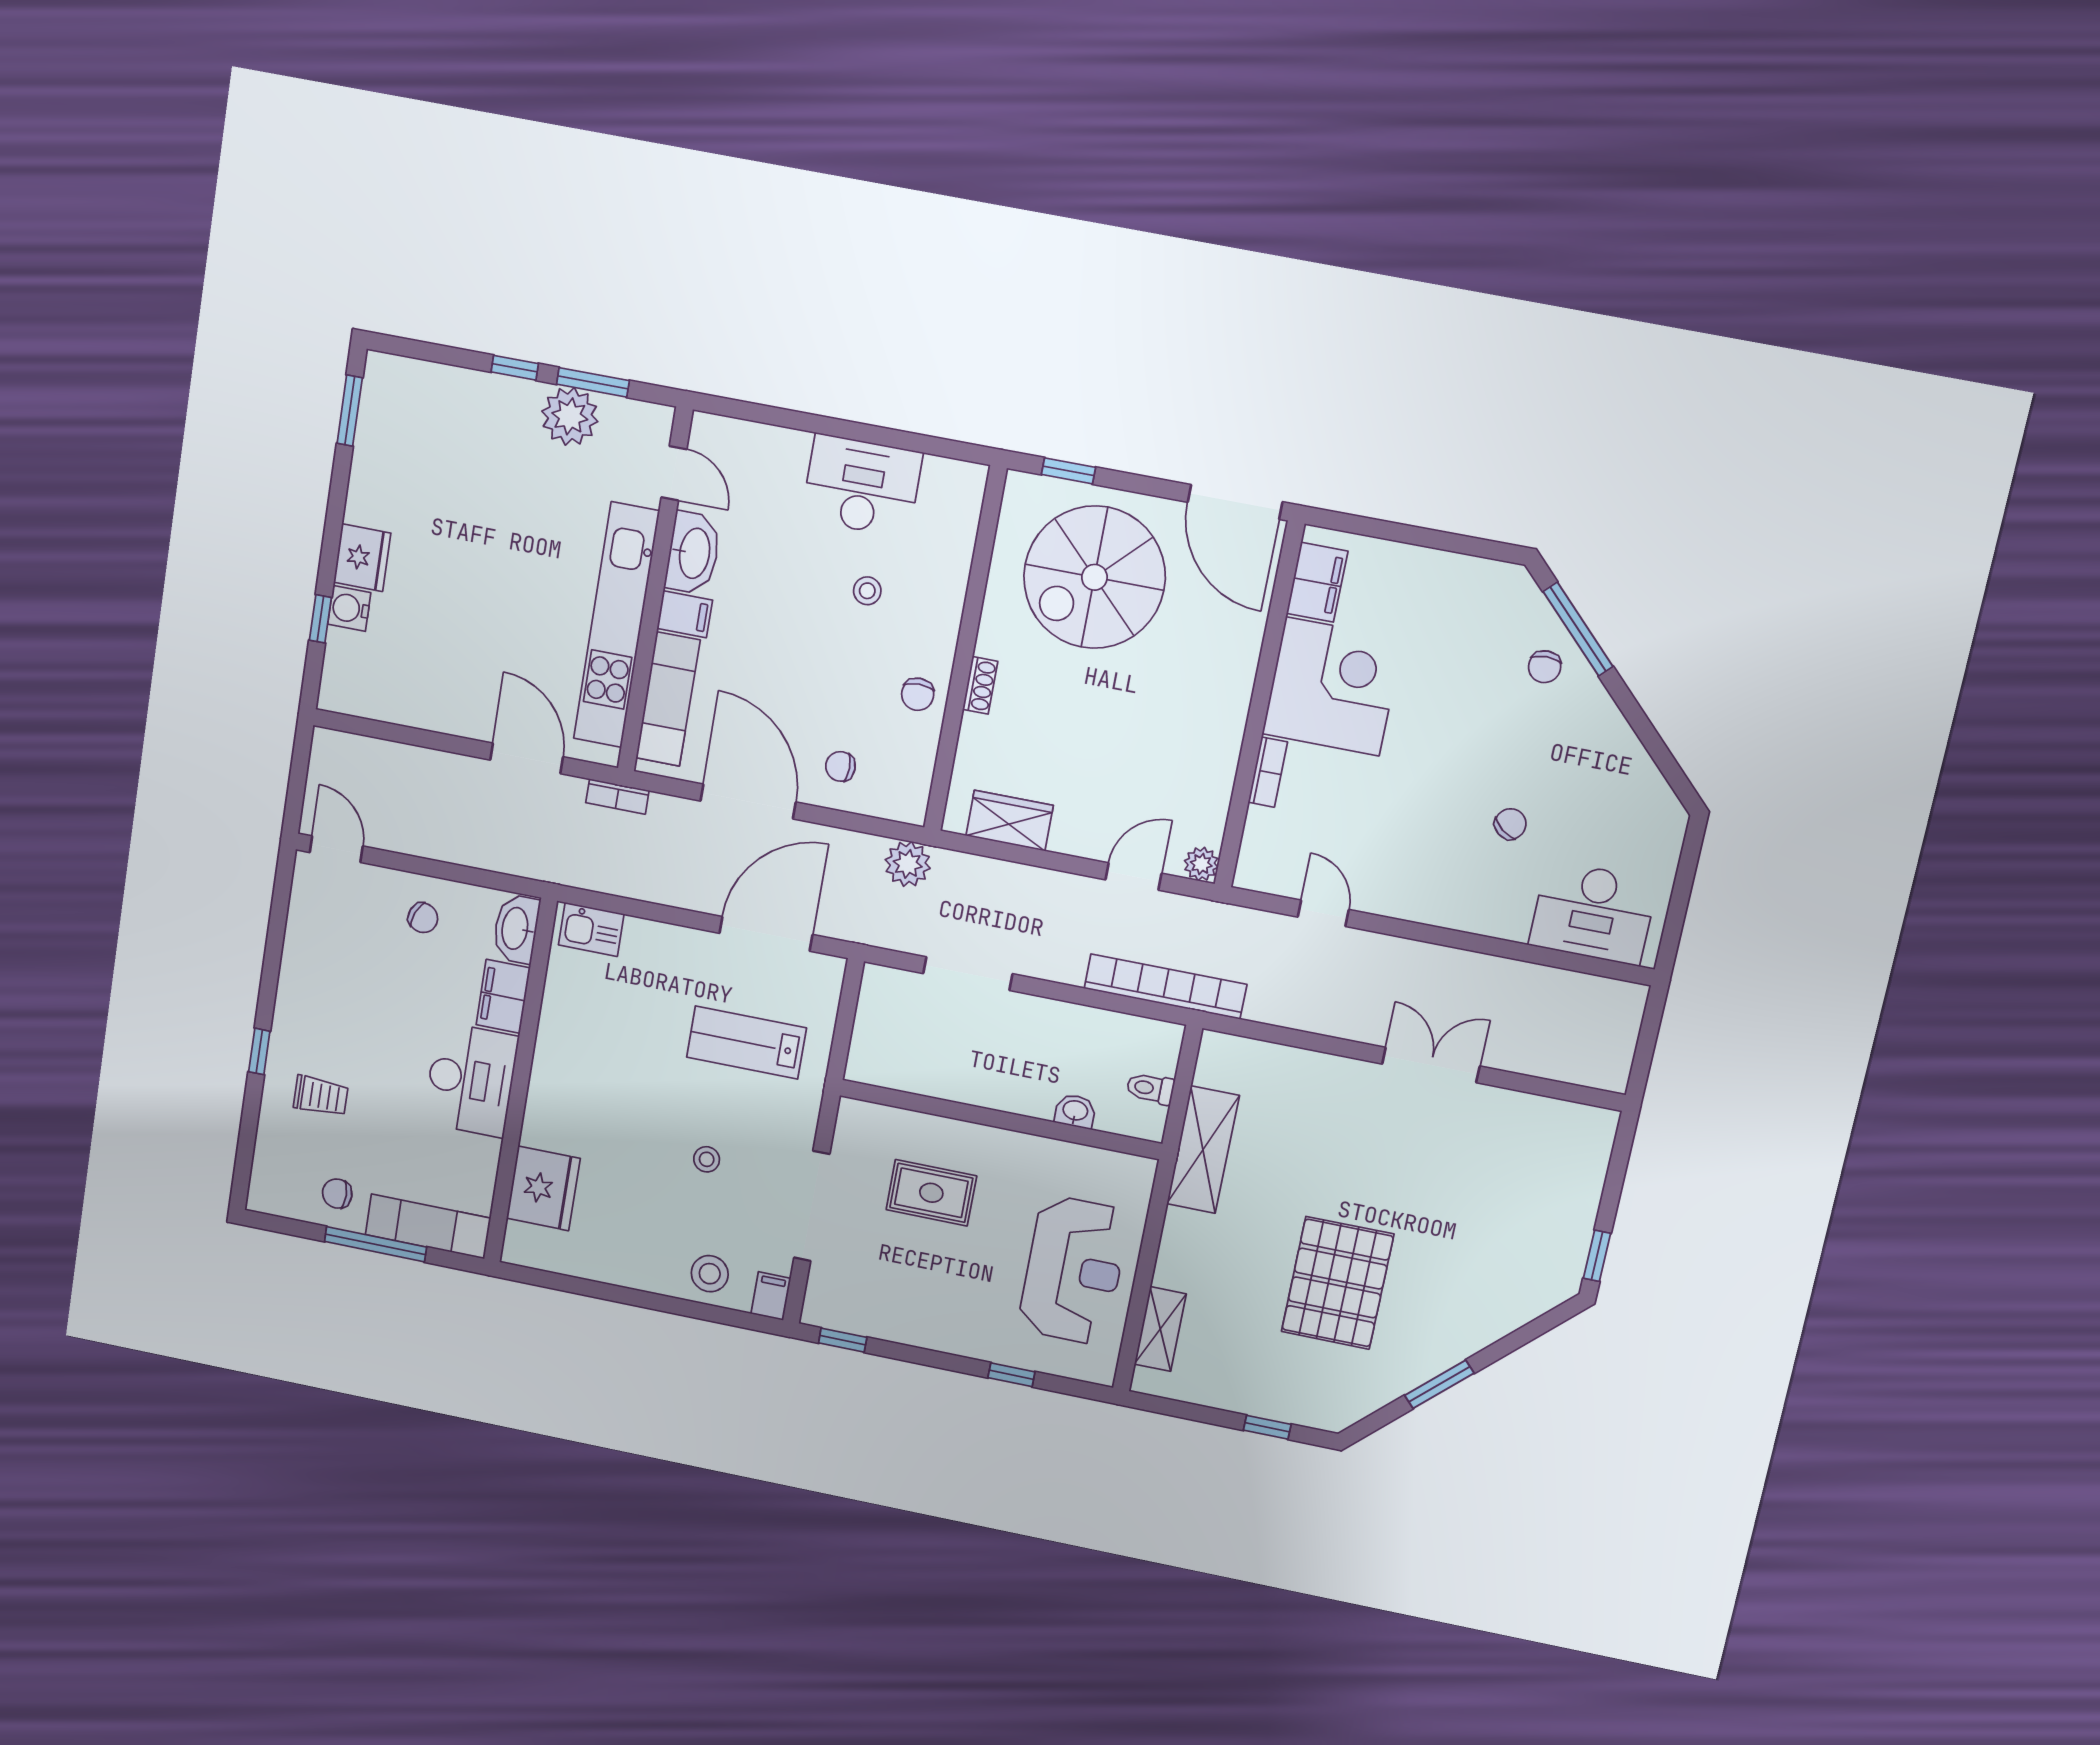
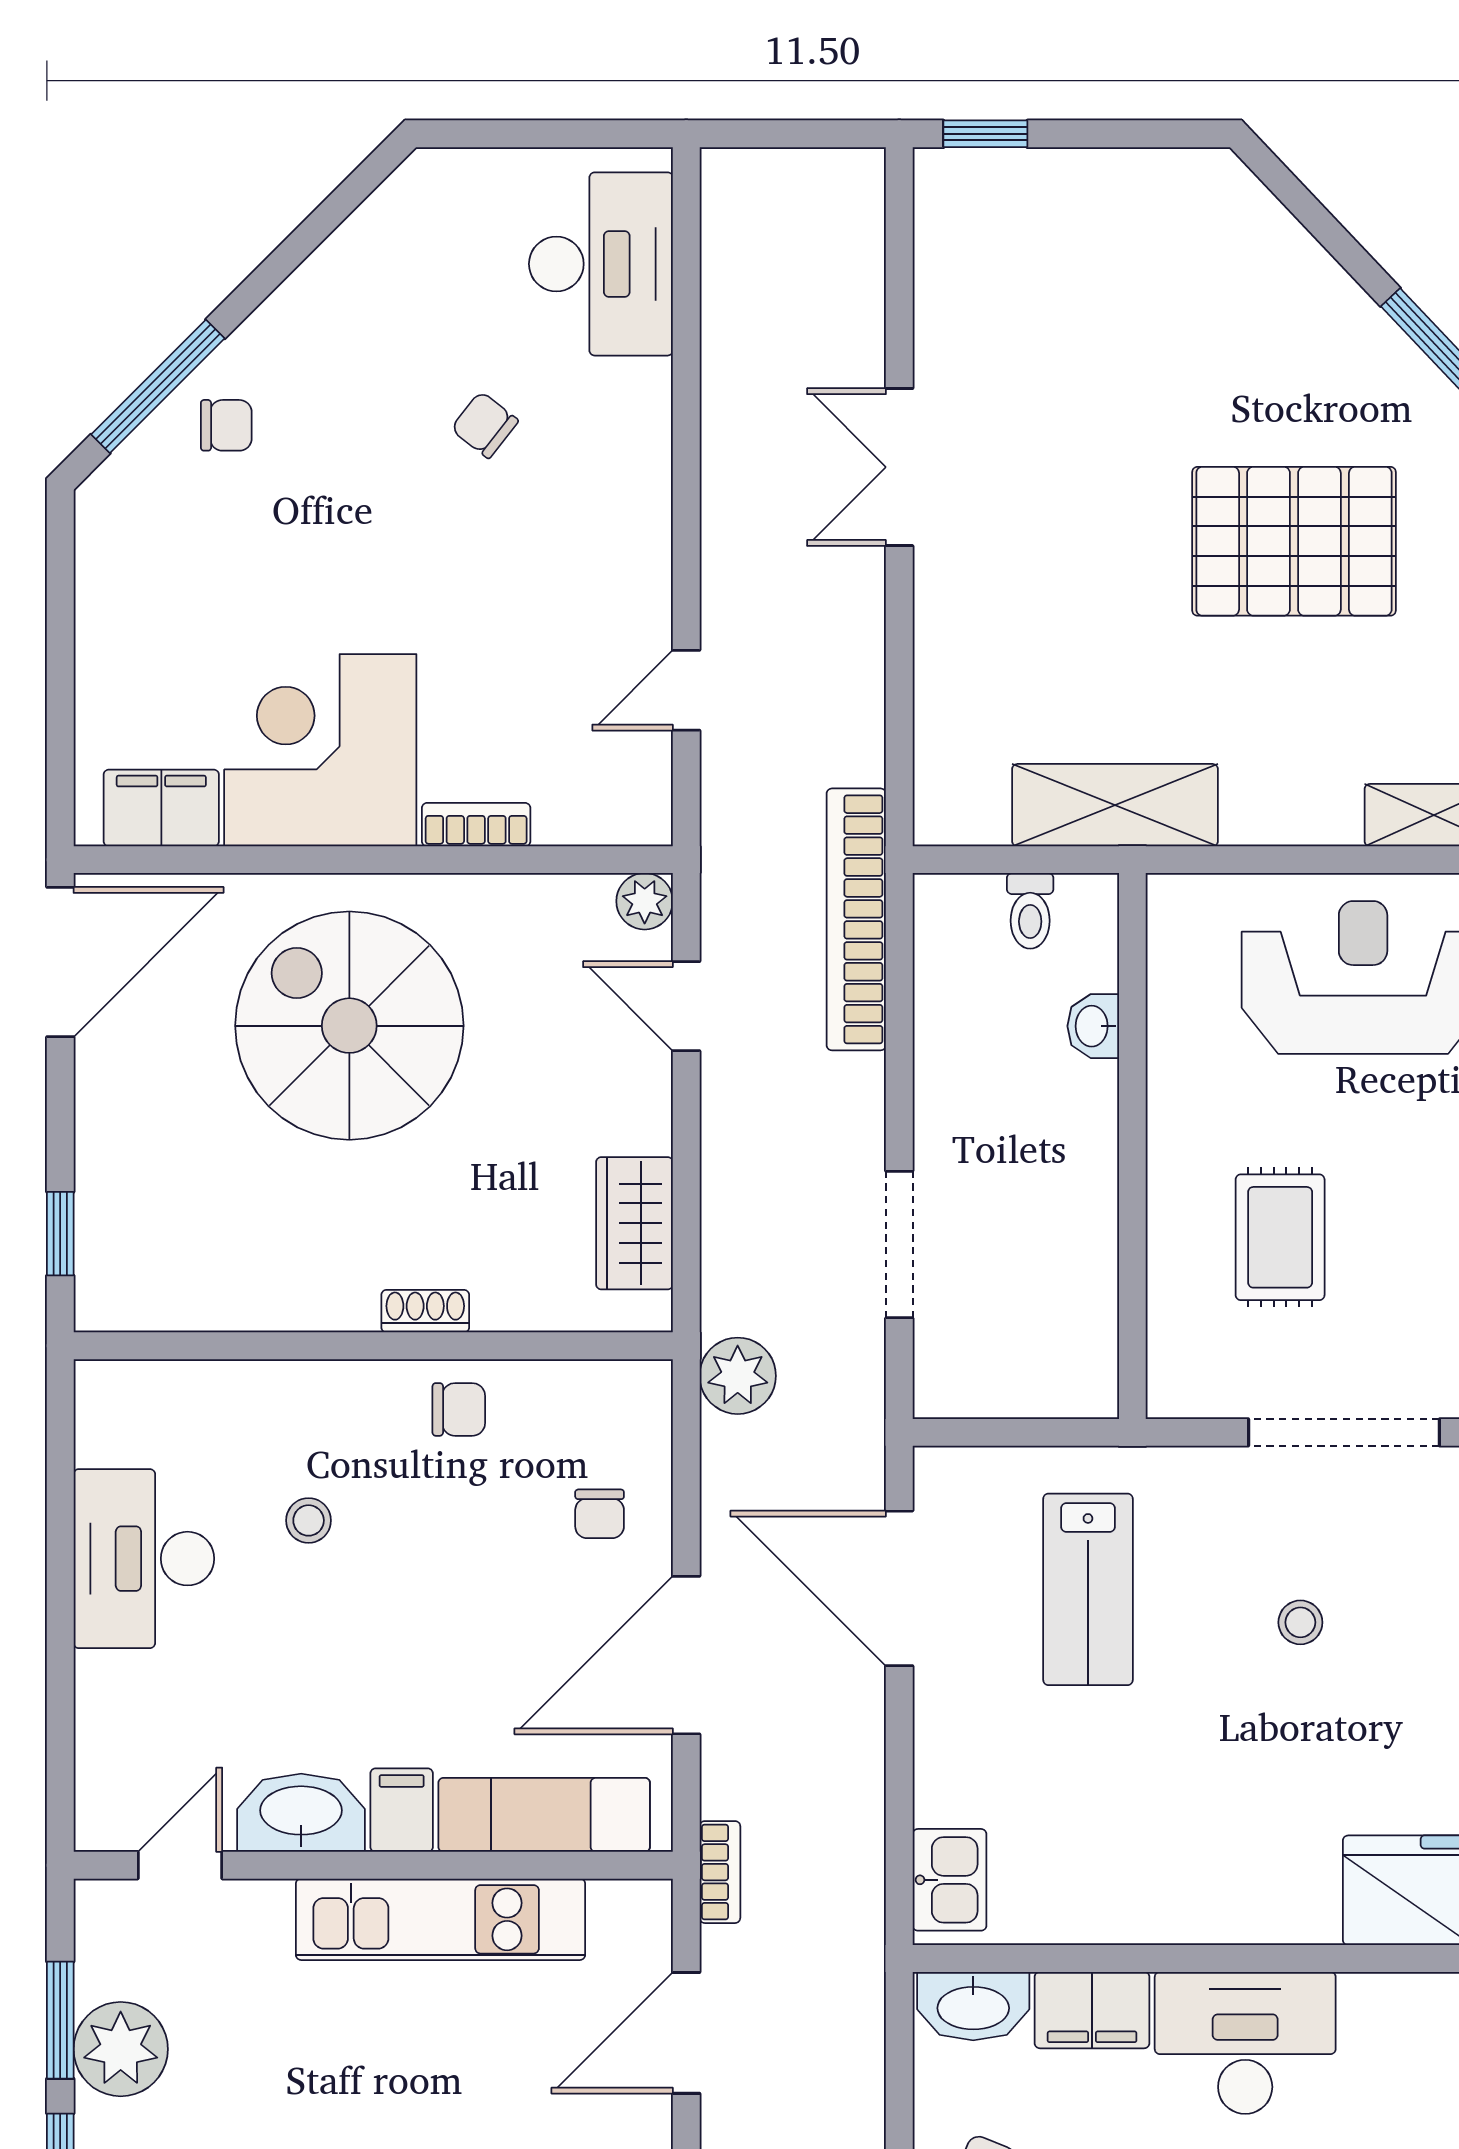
spiral stairs: (1094, 577) -> (349, 1026), moved, turned 180
kitchen unit: (616, 625) -> (440, 1919), width x0.73
window: (1597, 1256) -> (985, 134), moved

